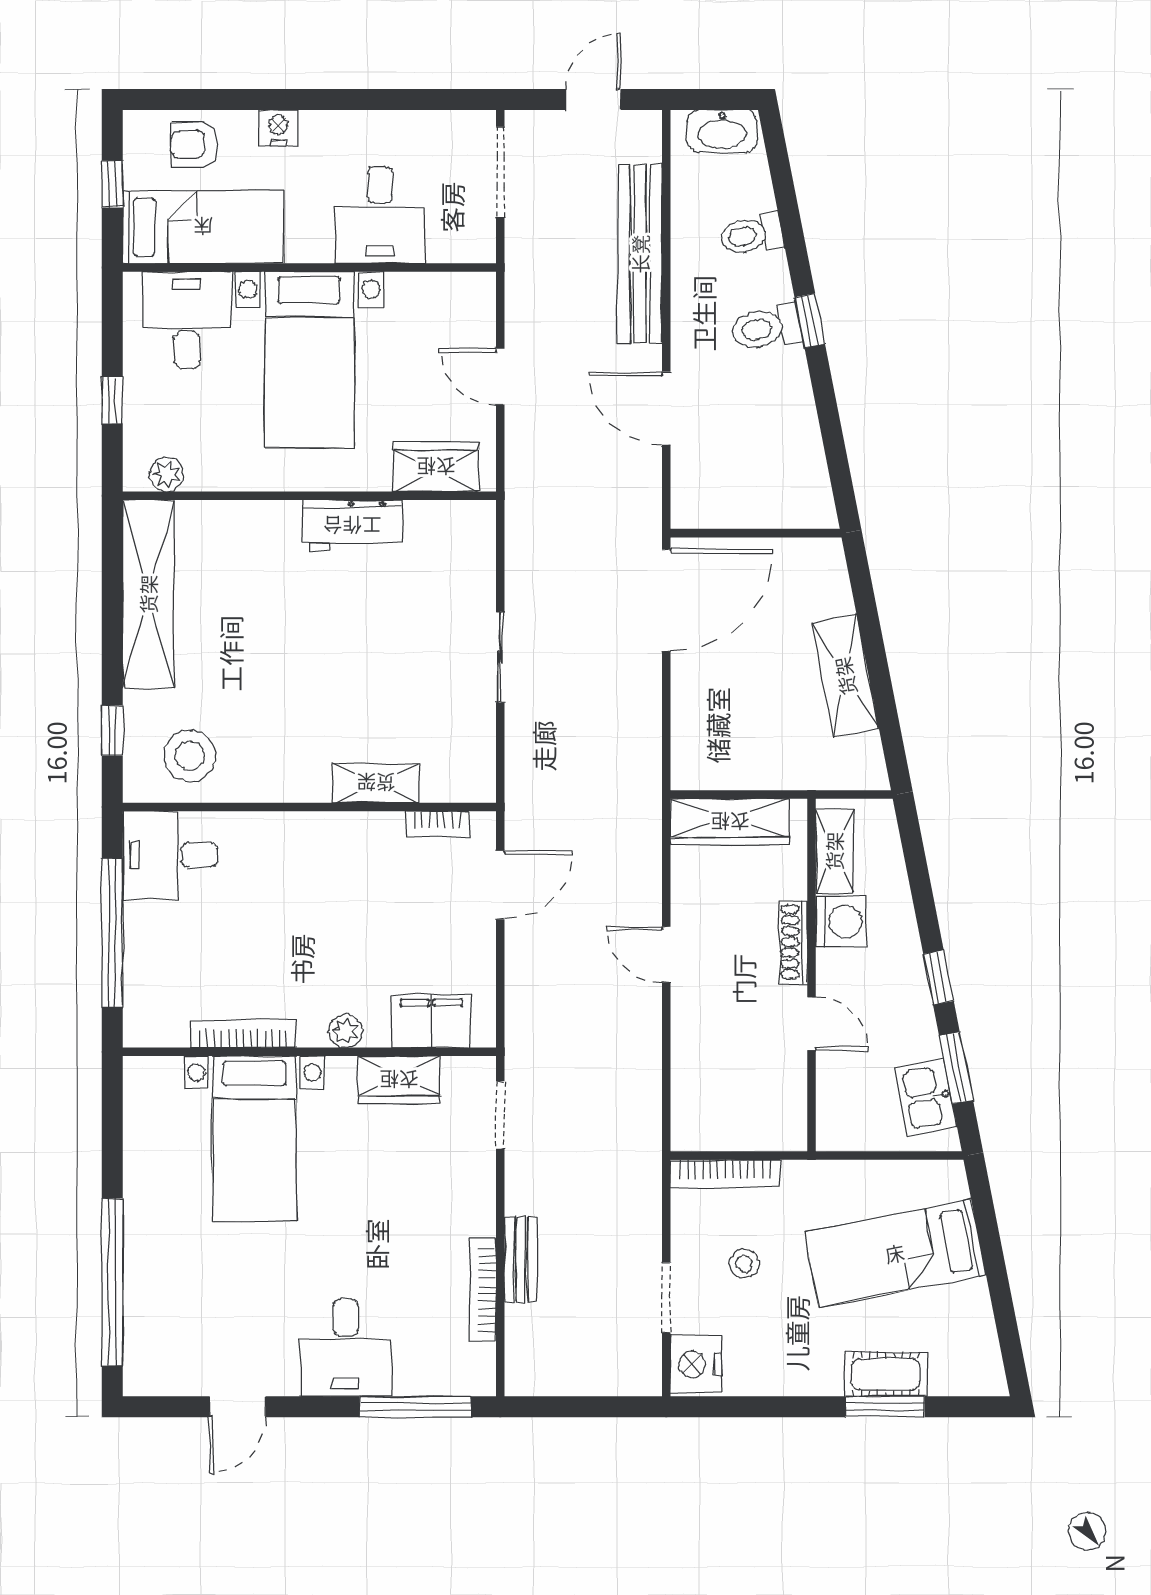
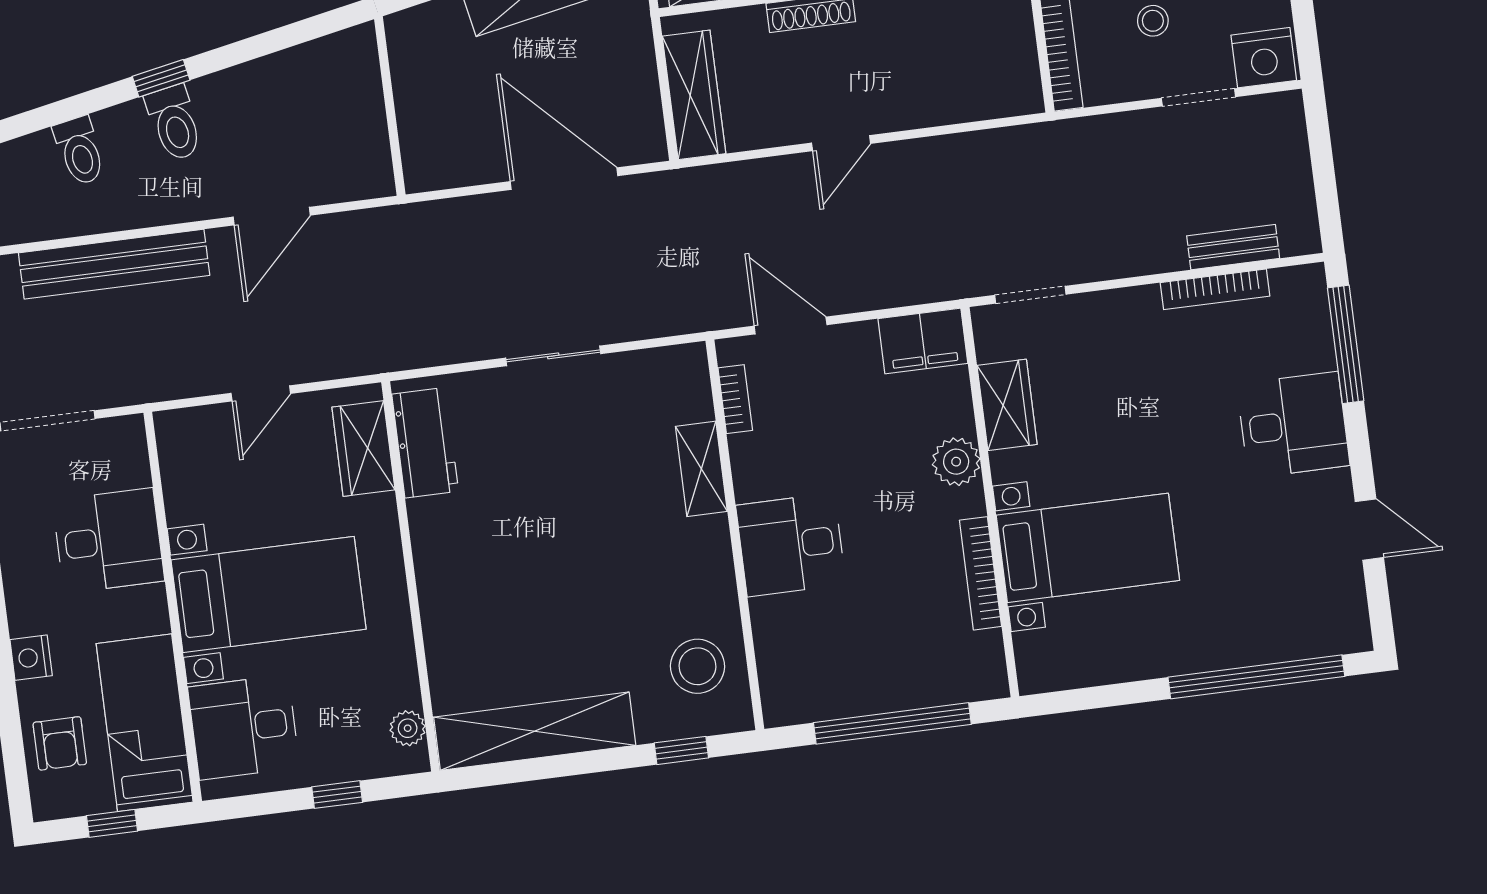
workbench: (352, 526) -> (425, 443), moved
door: (666, 600) -> (564, 179), moved
desk: (170, 855) -> (791, 545), moved, turned 90
filing cabinet: (431, 1021) -> (923, 341), moved, turned -90
plant: (345, 1031) -> (956, 462), width x1.38, depth x1.38
bench: (521, 1260) -> (1233, 247), moved

